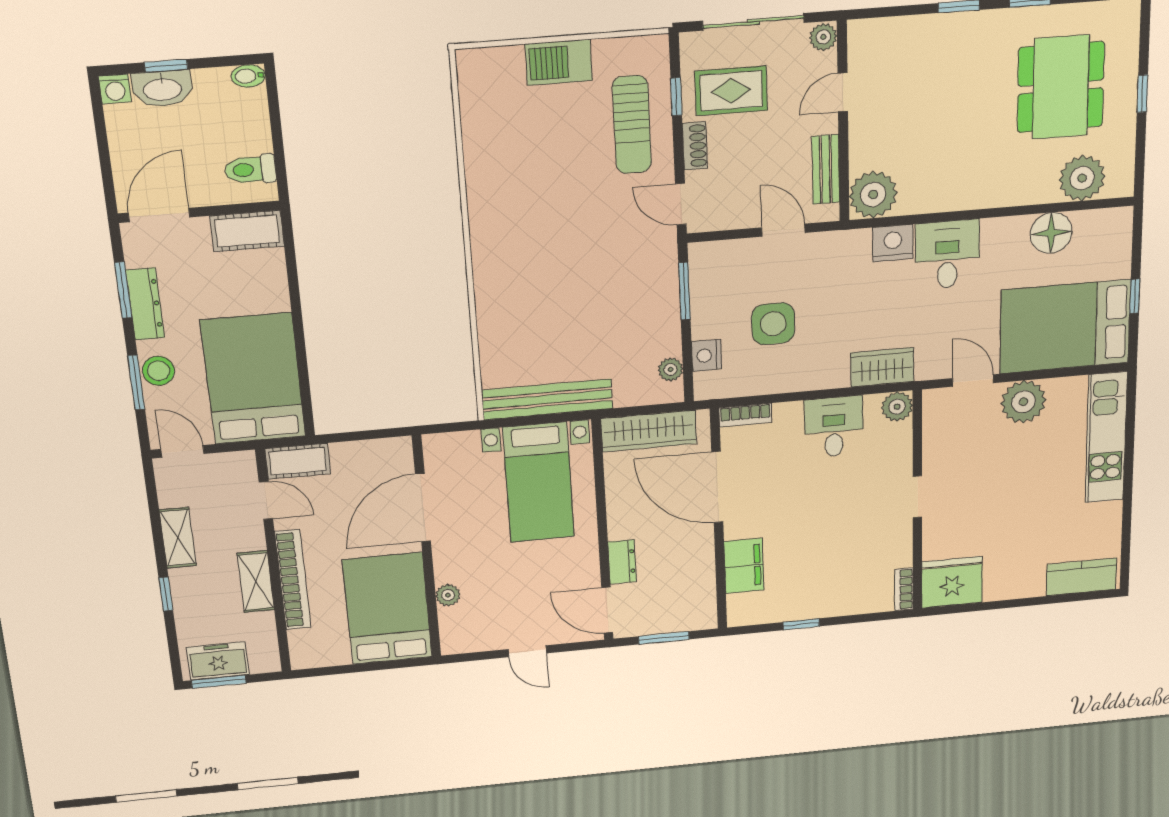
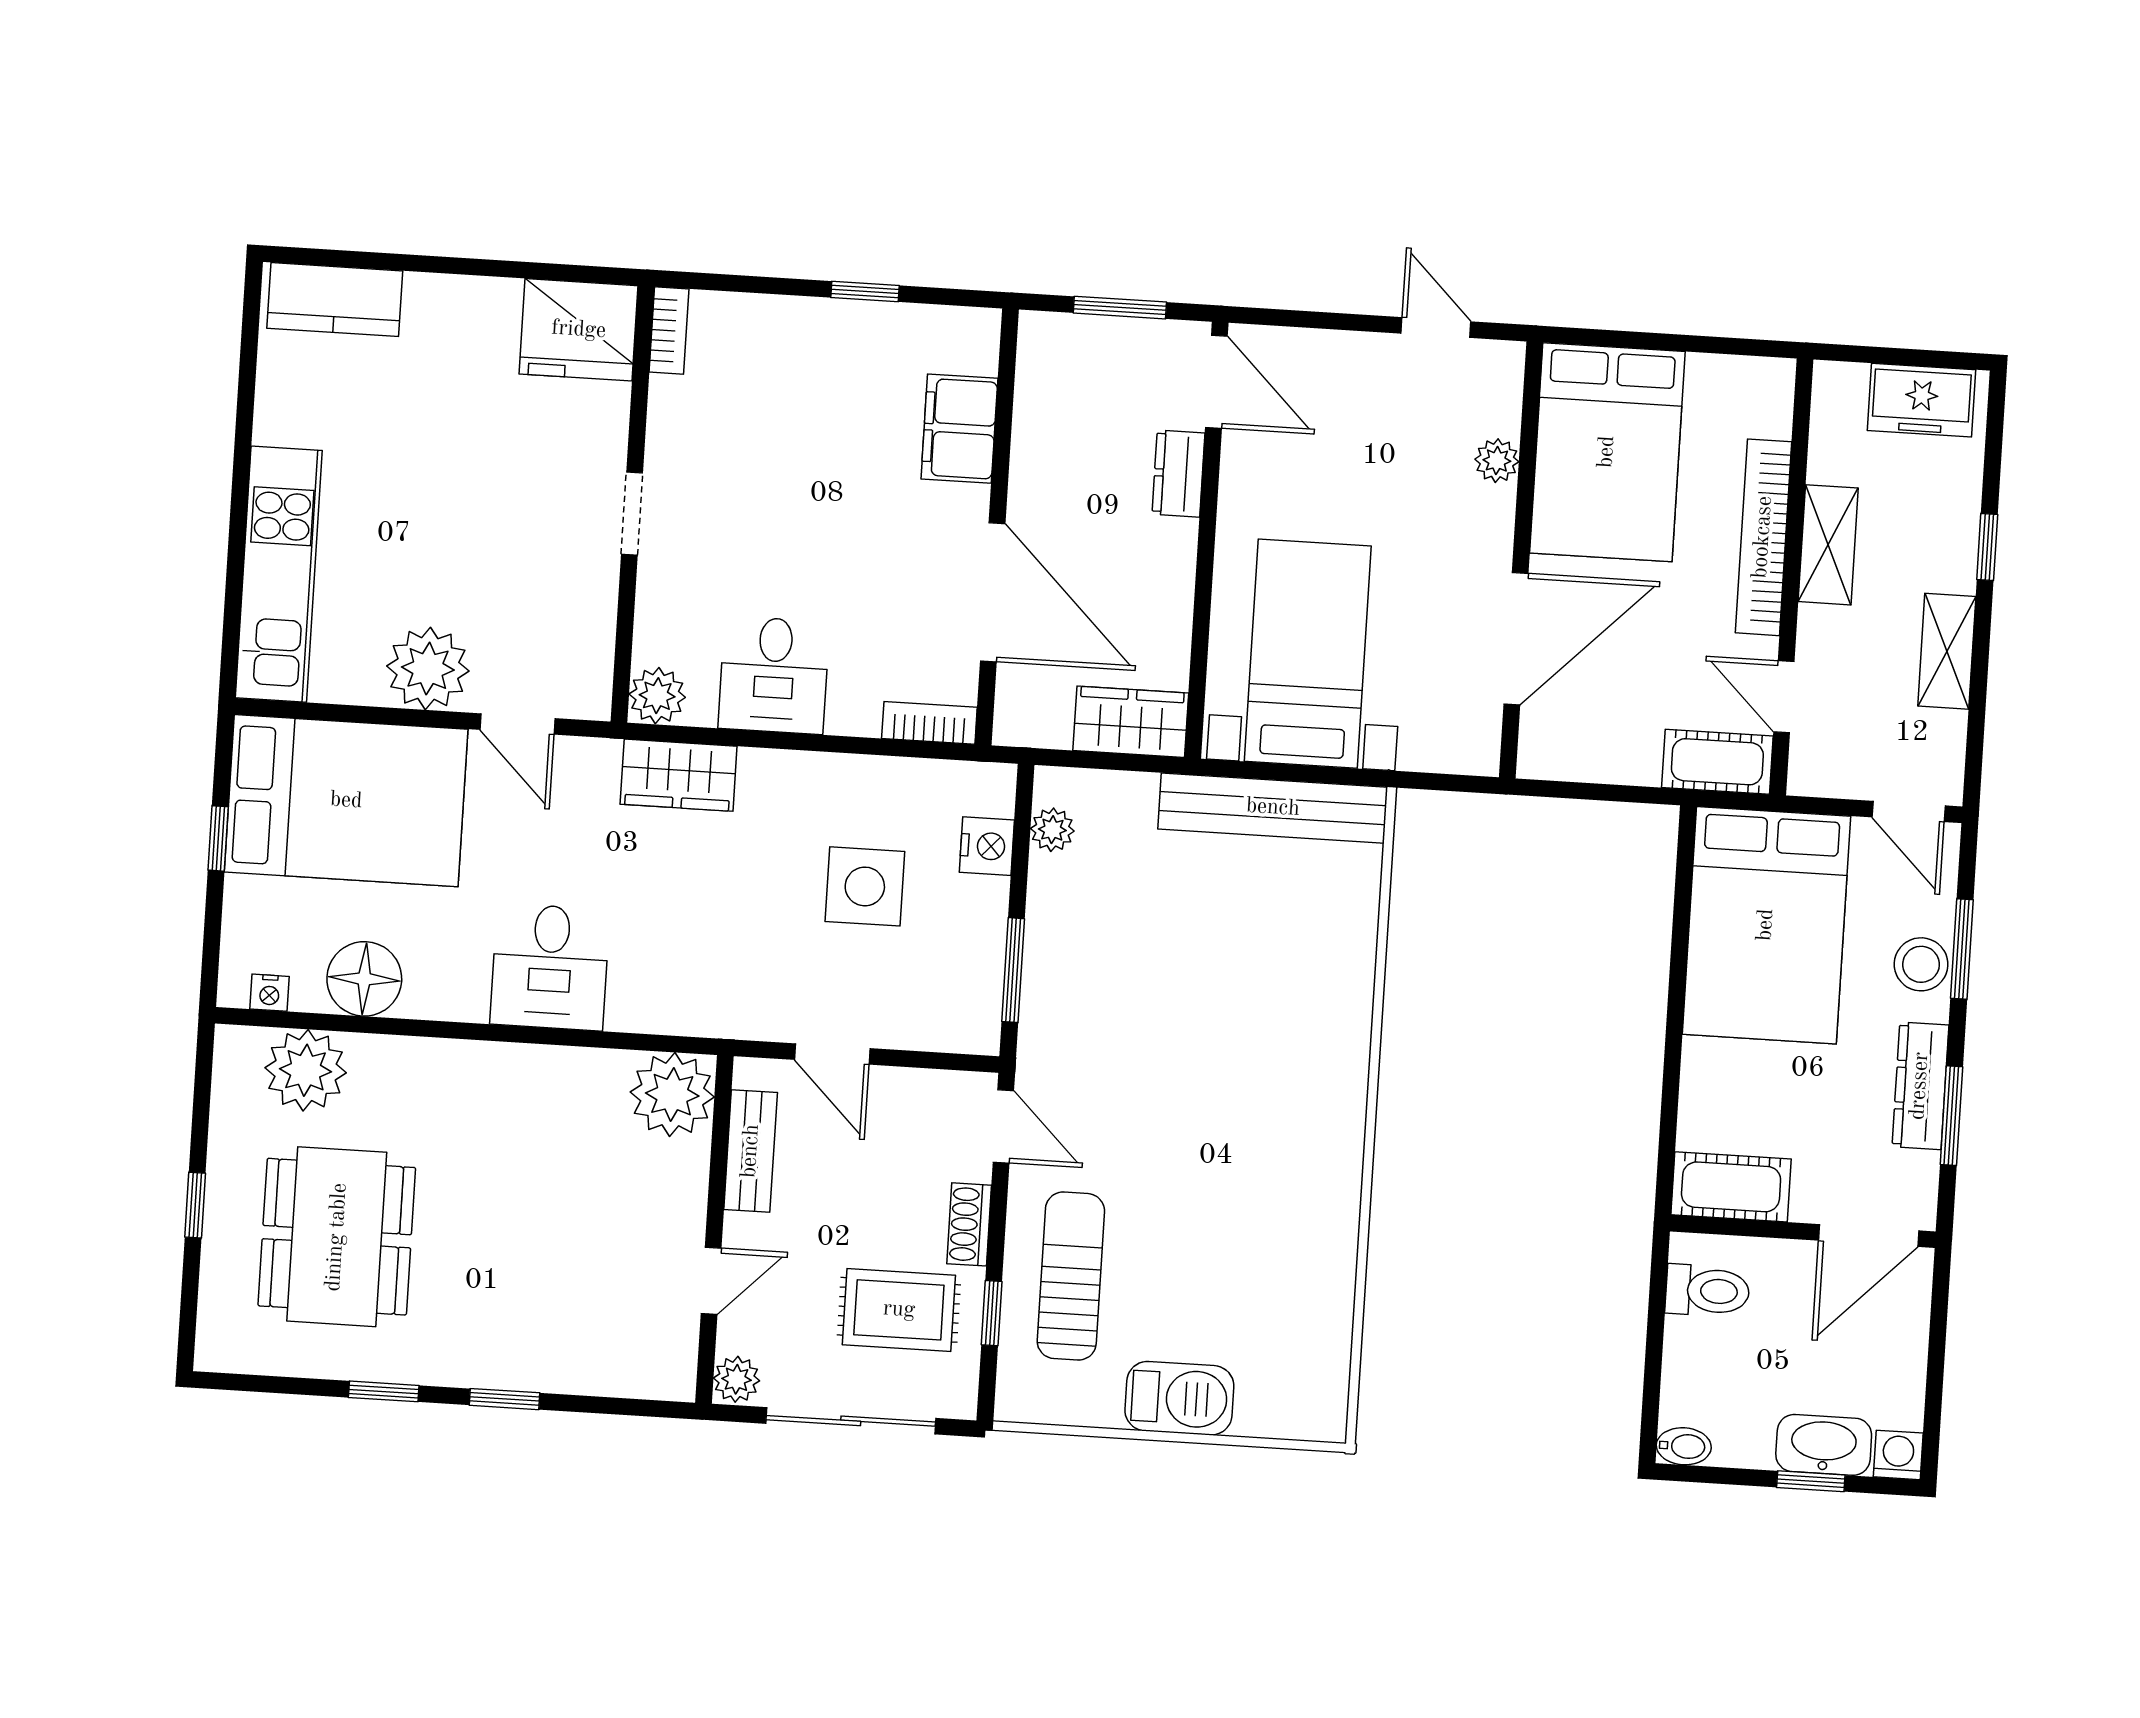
nightstand: (893, 243) -> (269, 993), moved, width x0.53, depth x0.56
wardrobe: (649, 431) -> (1131, 722), width x0.67
door: (527, 651) -> (1436, 327), moved
window: (219, 682) -> (1927, 358), removed

